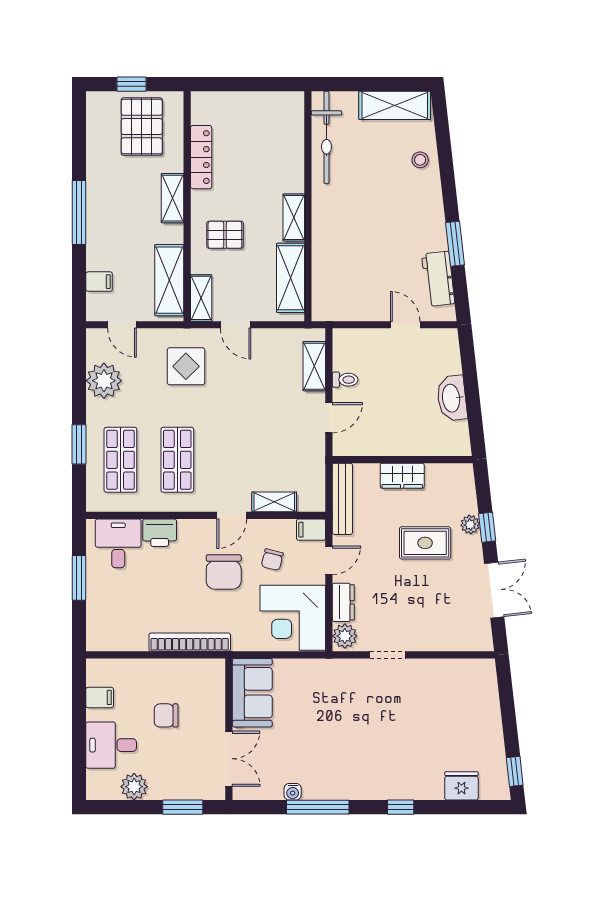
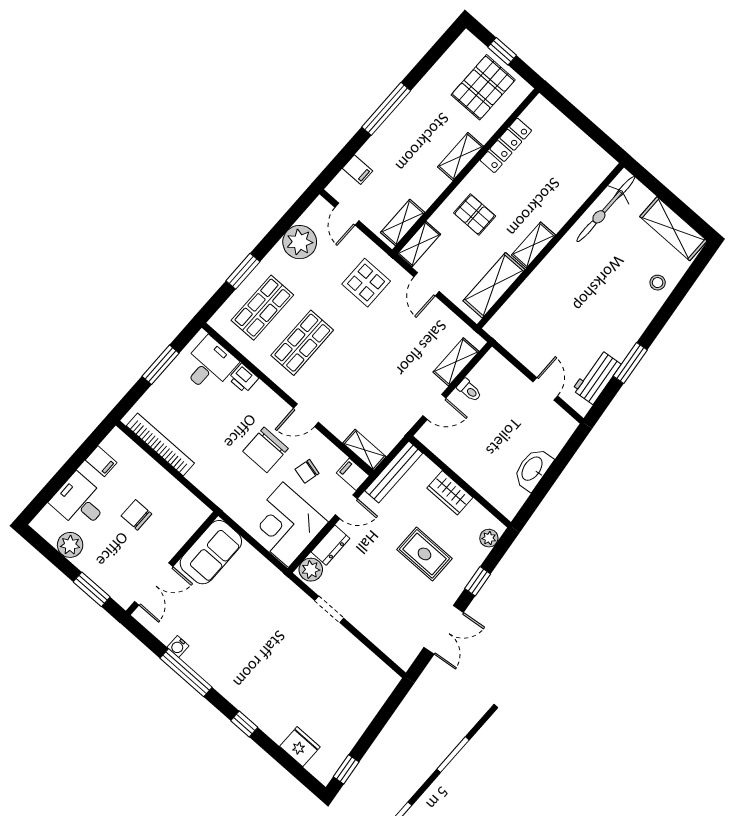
shelving: (169, 280) -> (403, 222), width x0.67, depth x0.75
shelving: (274, 502) -> (364, 450), moved
plant: (470, 525) -> (489, 538), moved
printer: (160, 533) -> (243, 378), width x0.73, depth x0.81
bookcase: (190, 642) -> (160, 445), moved

